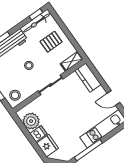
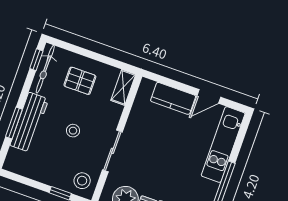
pallet: (51, 42) -> (80, 81), turned 90
kitchen counter: (88, 78) -> (173, 98), moved
sliding door: (51, 85) -> (112, 151), moved

